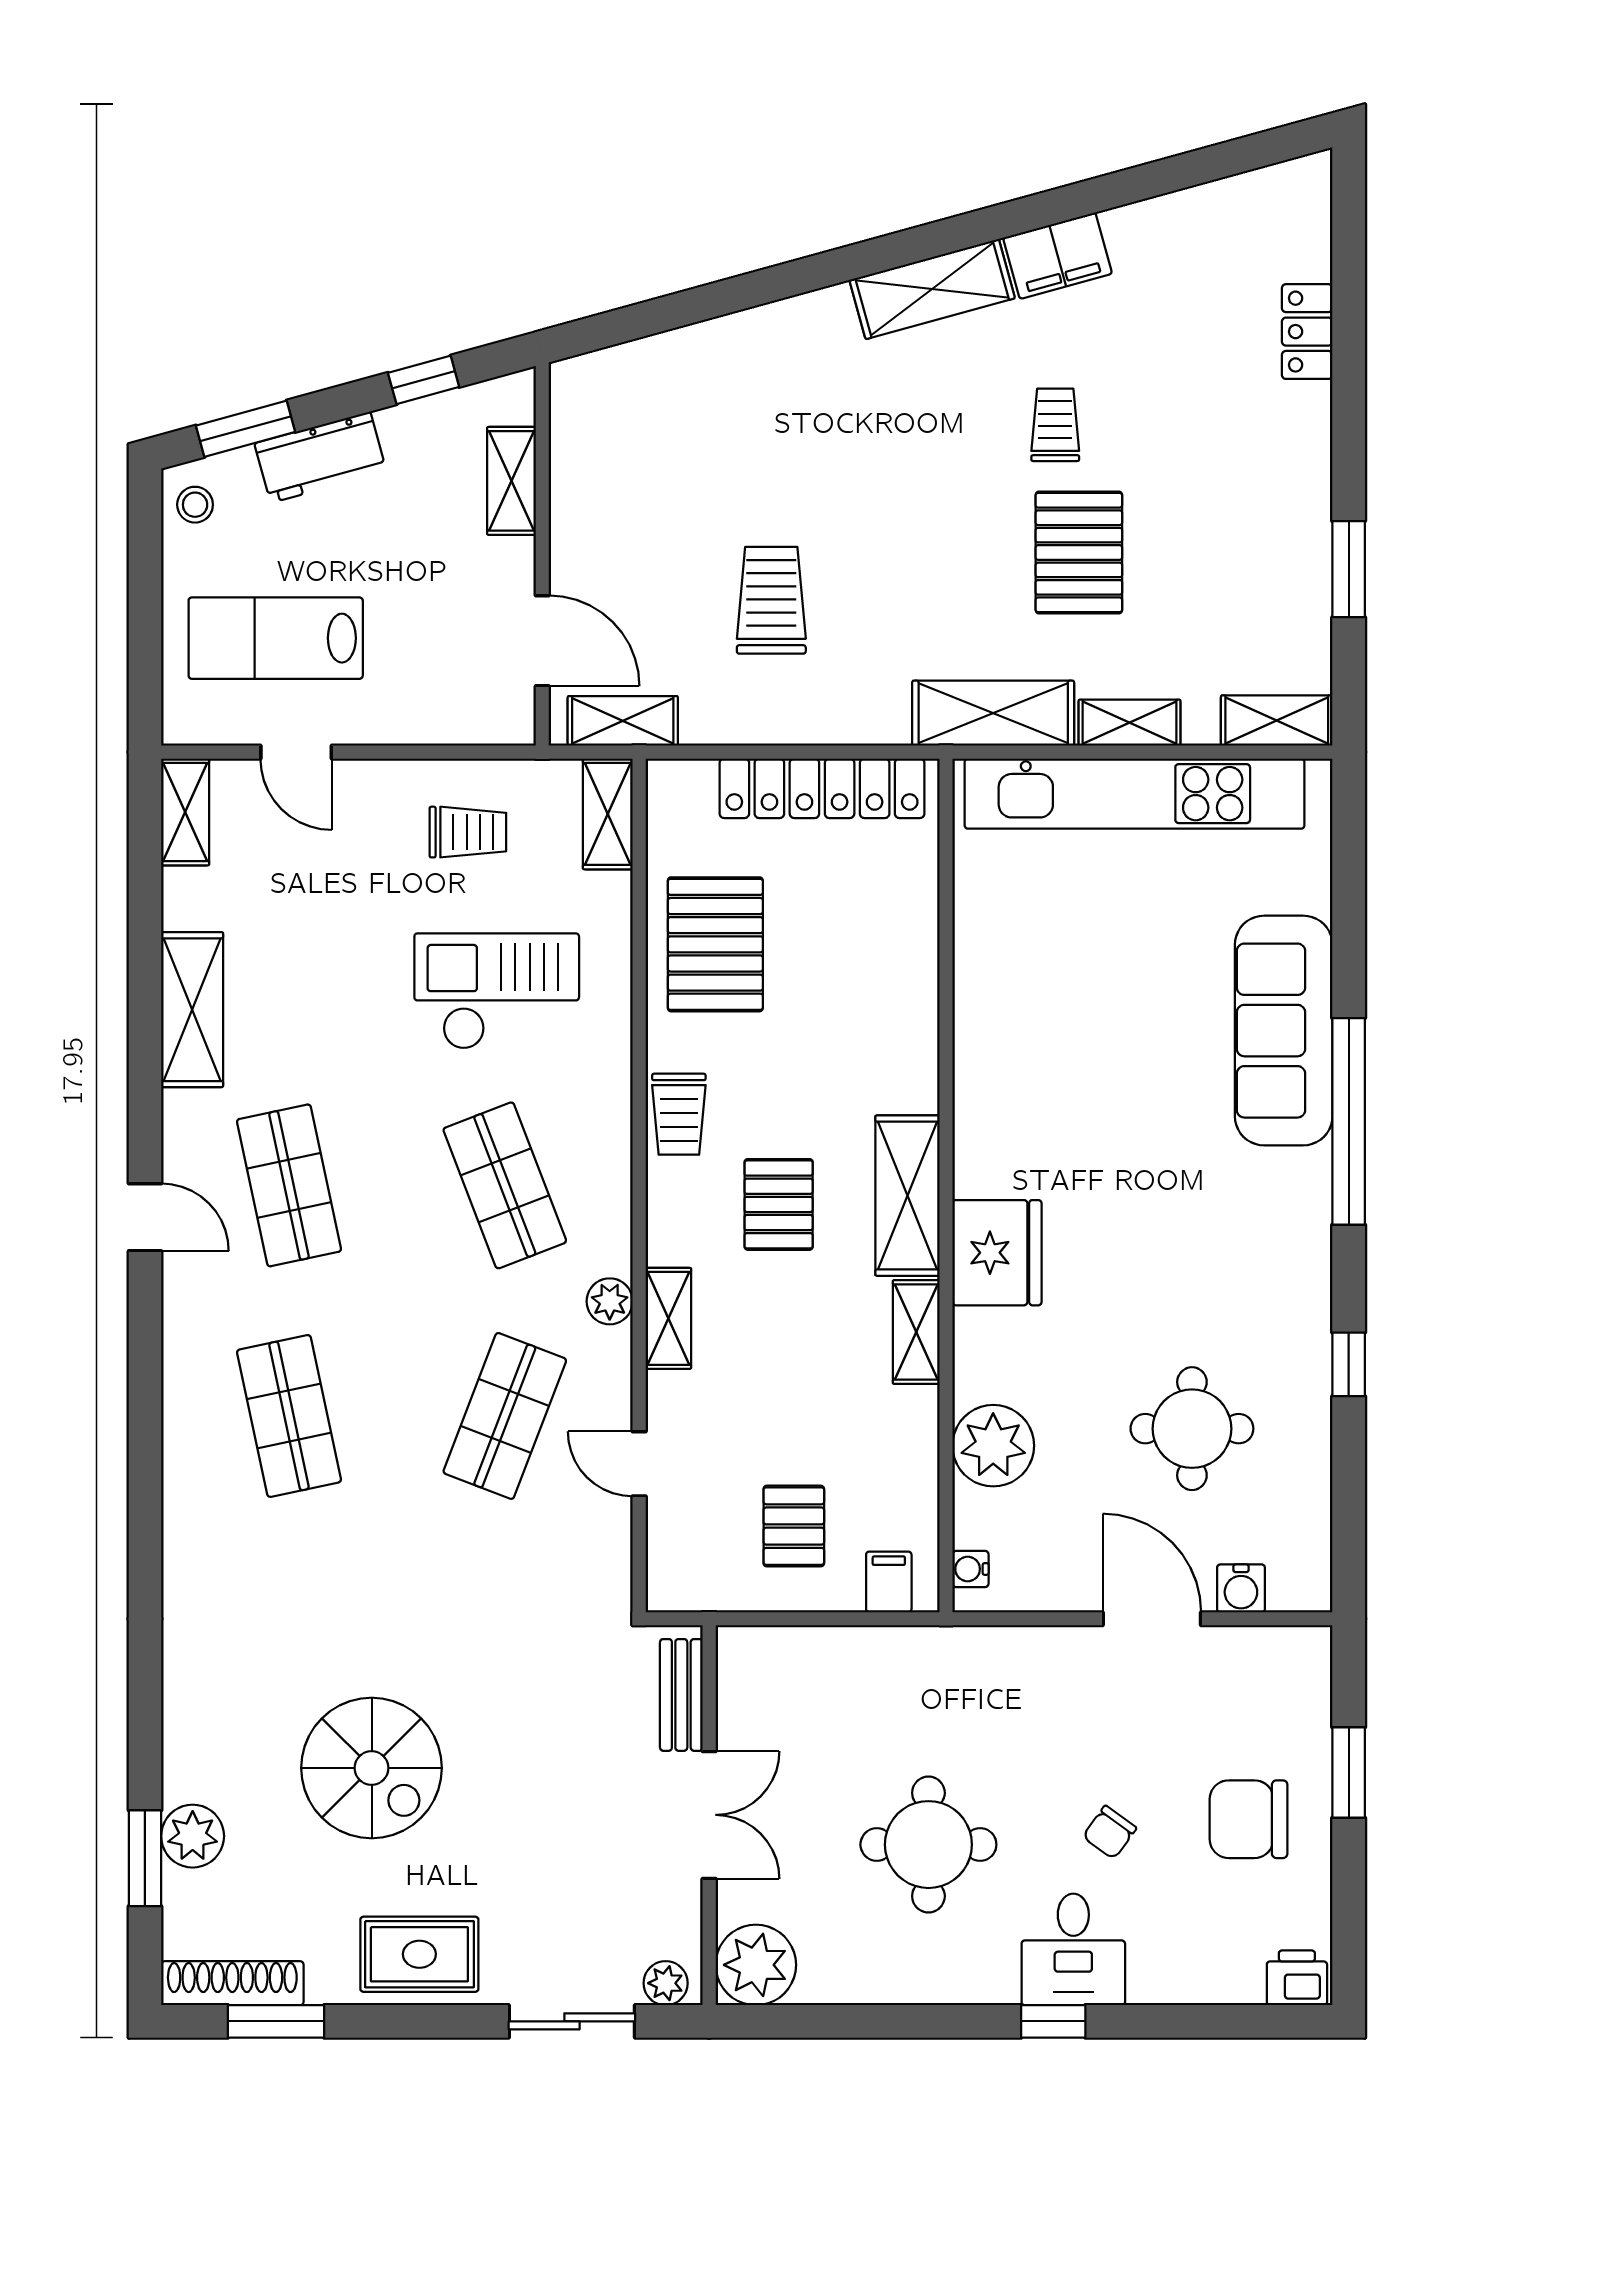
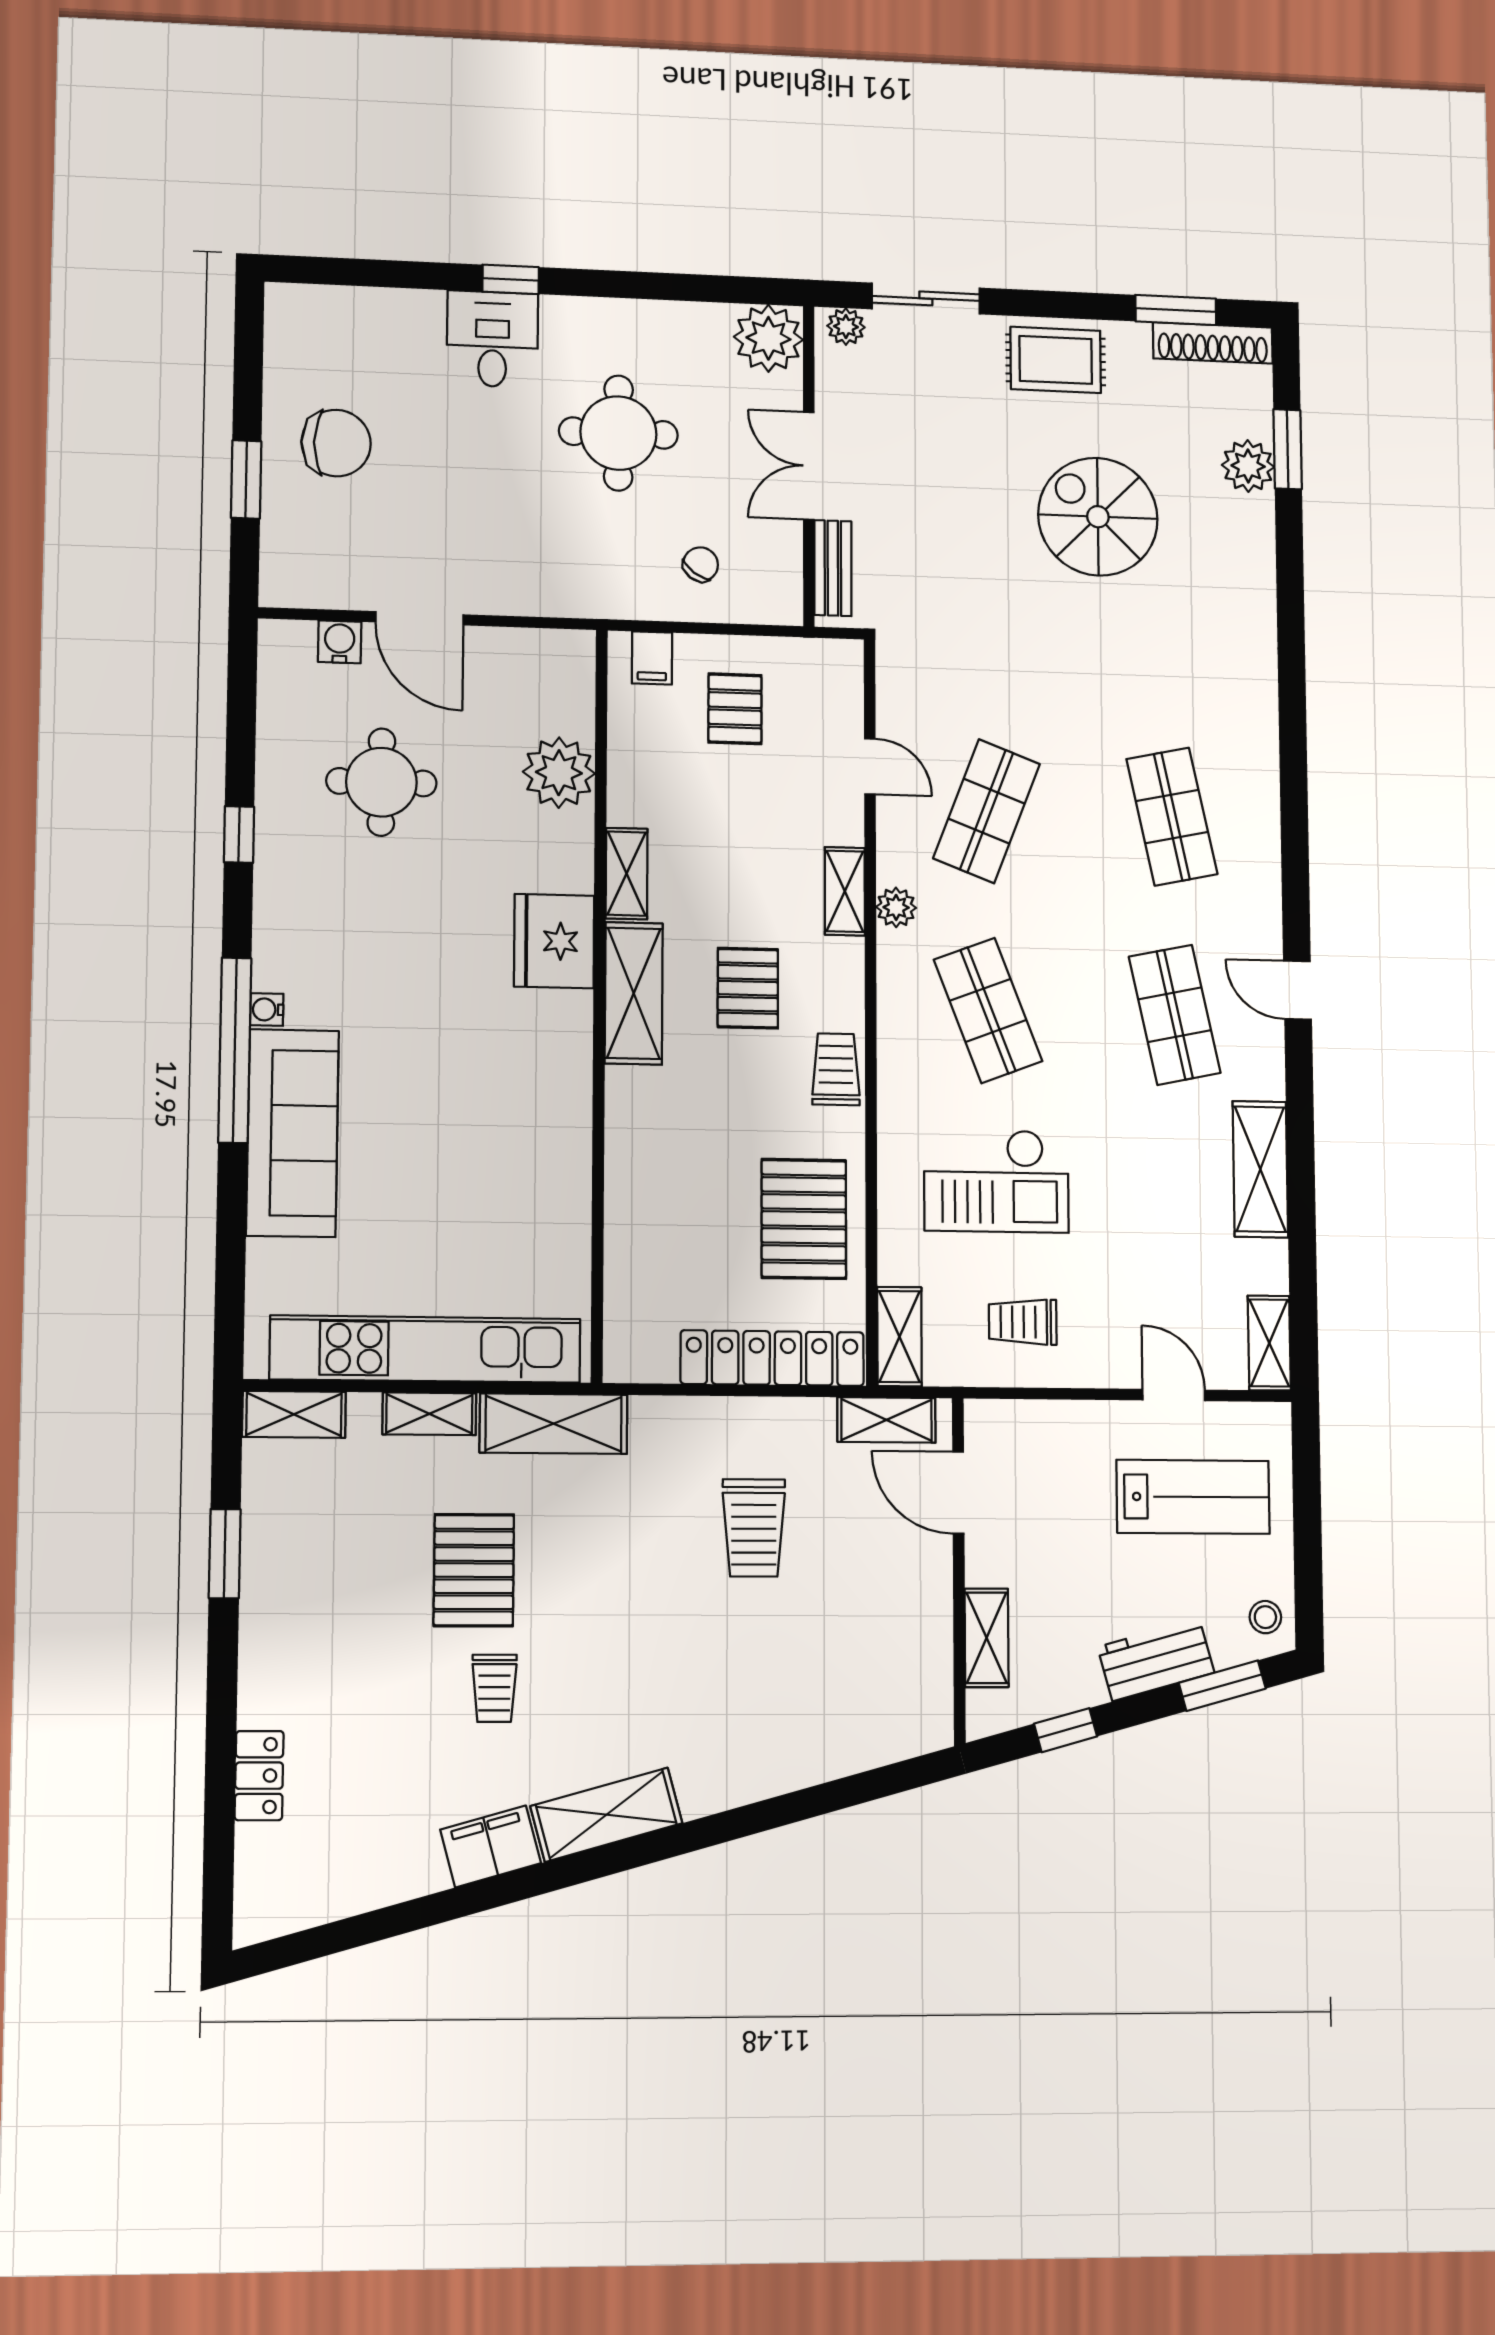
locker: (822, 788) -> (772, 1358), moved
water cooler: (970, 1569) -> (267, 1009), moved, turned 180
chair: (1109, 1832) -> (701, 564), moved
printer: (1297, 1978) -> (296, 306), removed

